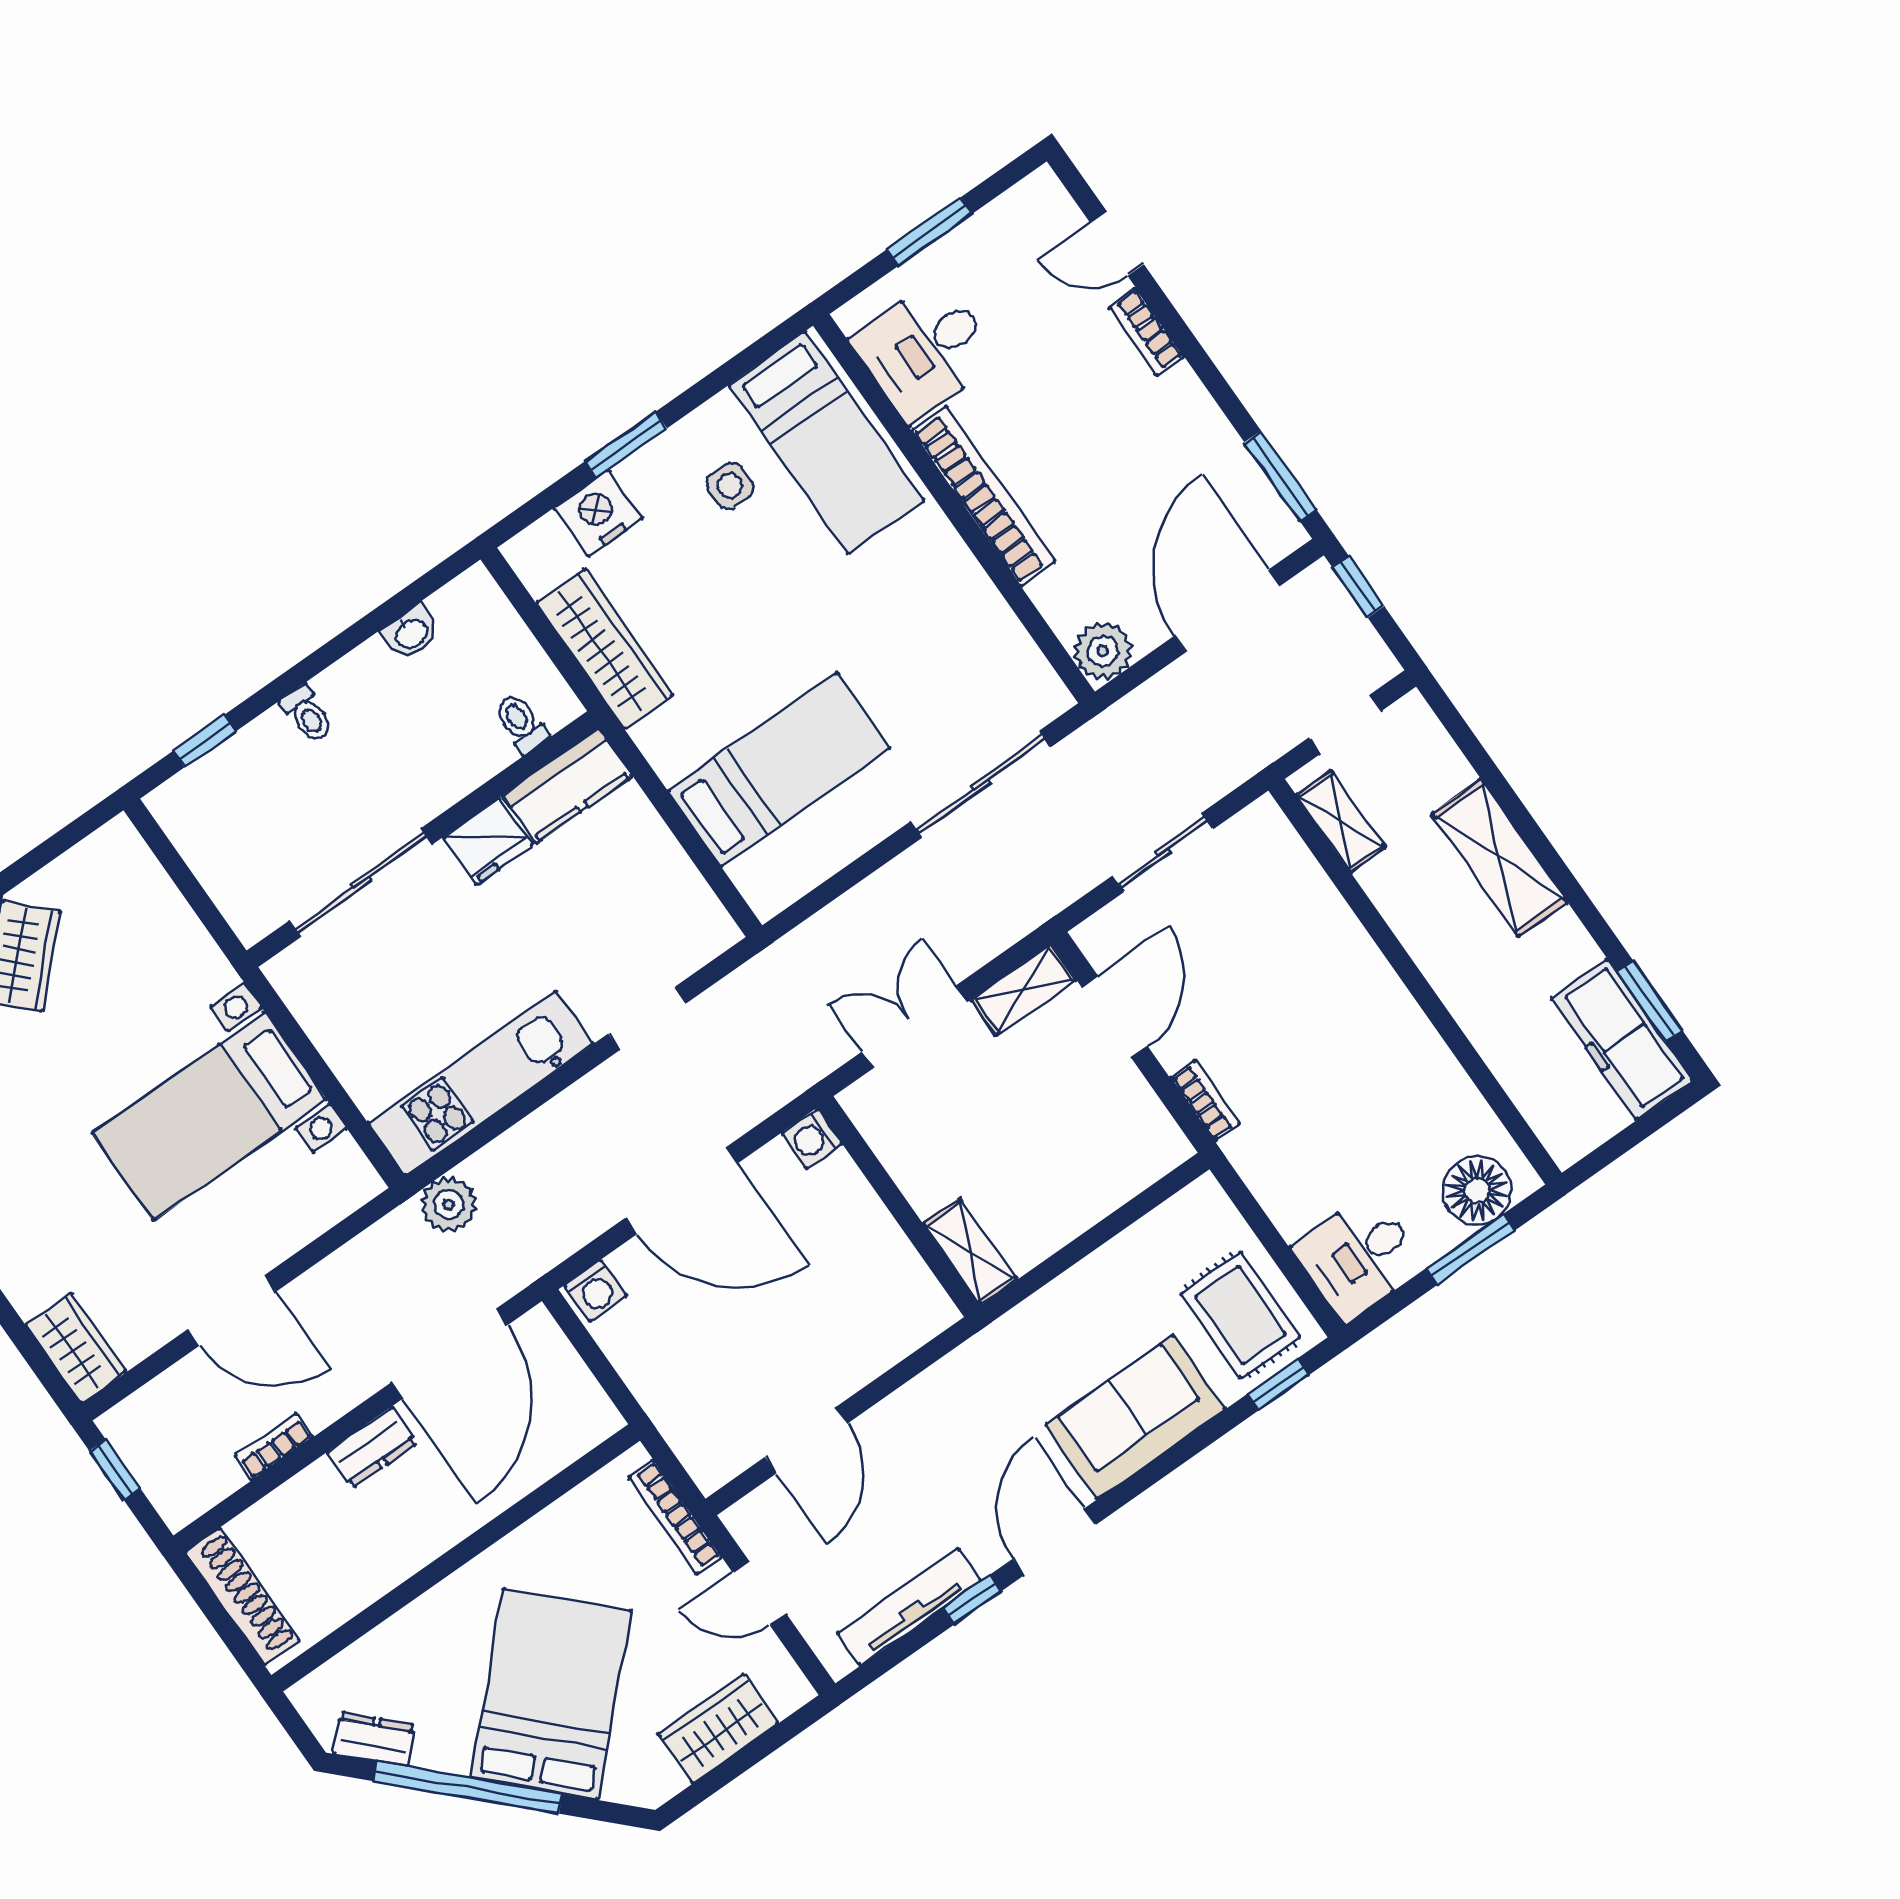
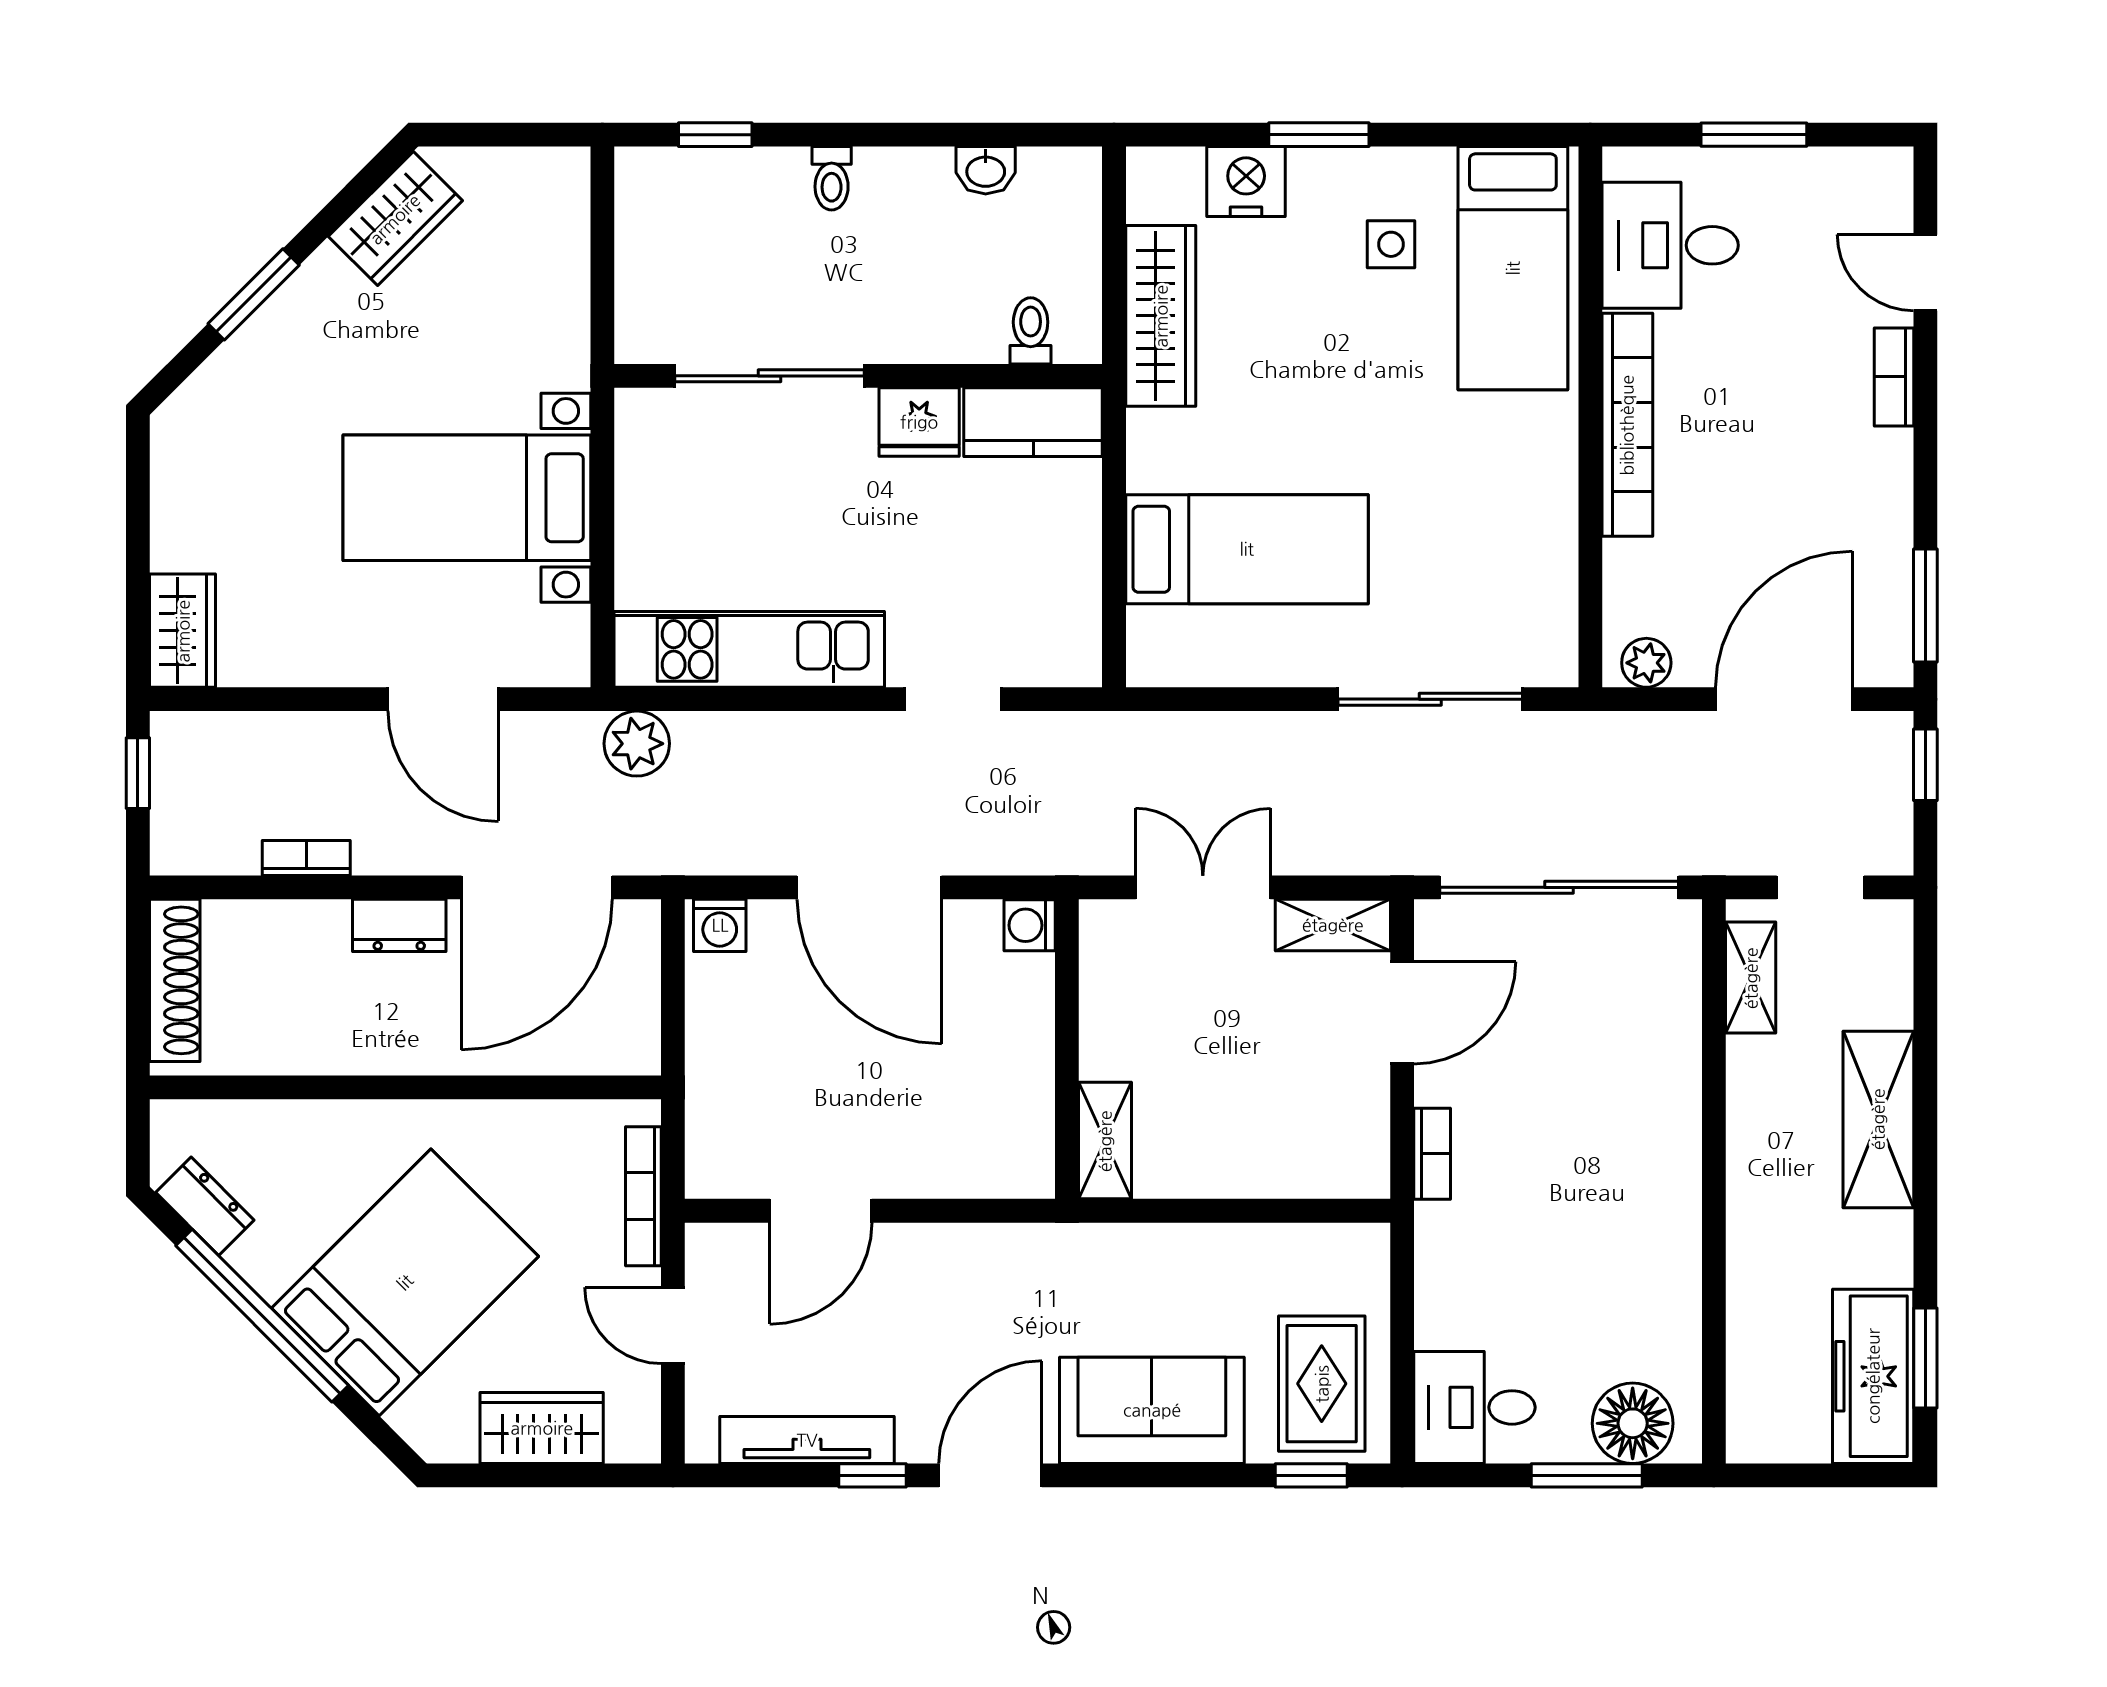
plant: (1103, 651) -> (1646, 663), width x0.73, depth x0.73
sliding door: (1163, 852) -> (1559, 887), width x1.86
door: (232, 1310) -> (443, 699), moved

